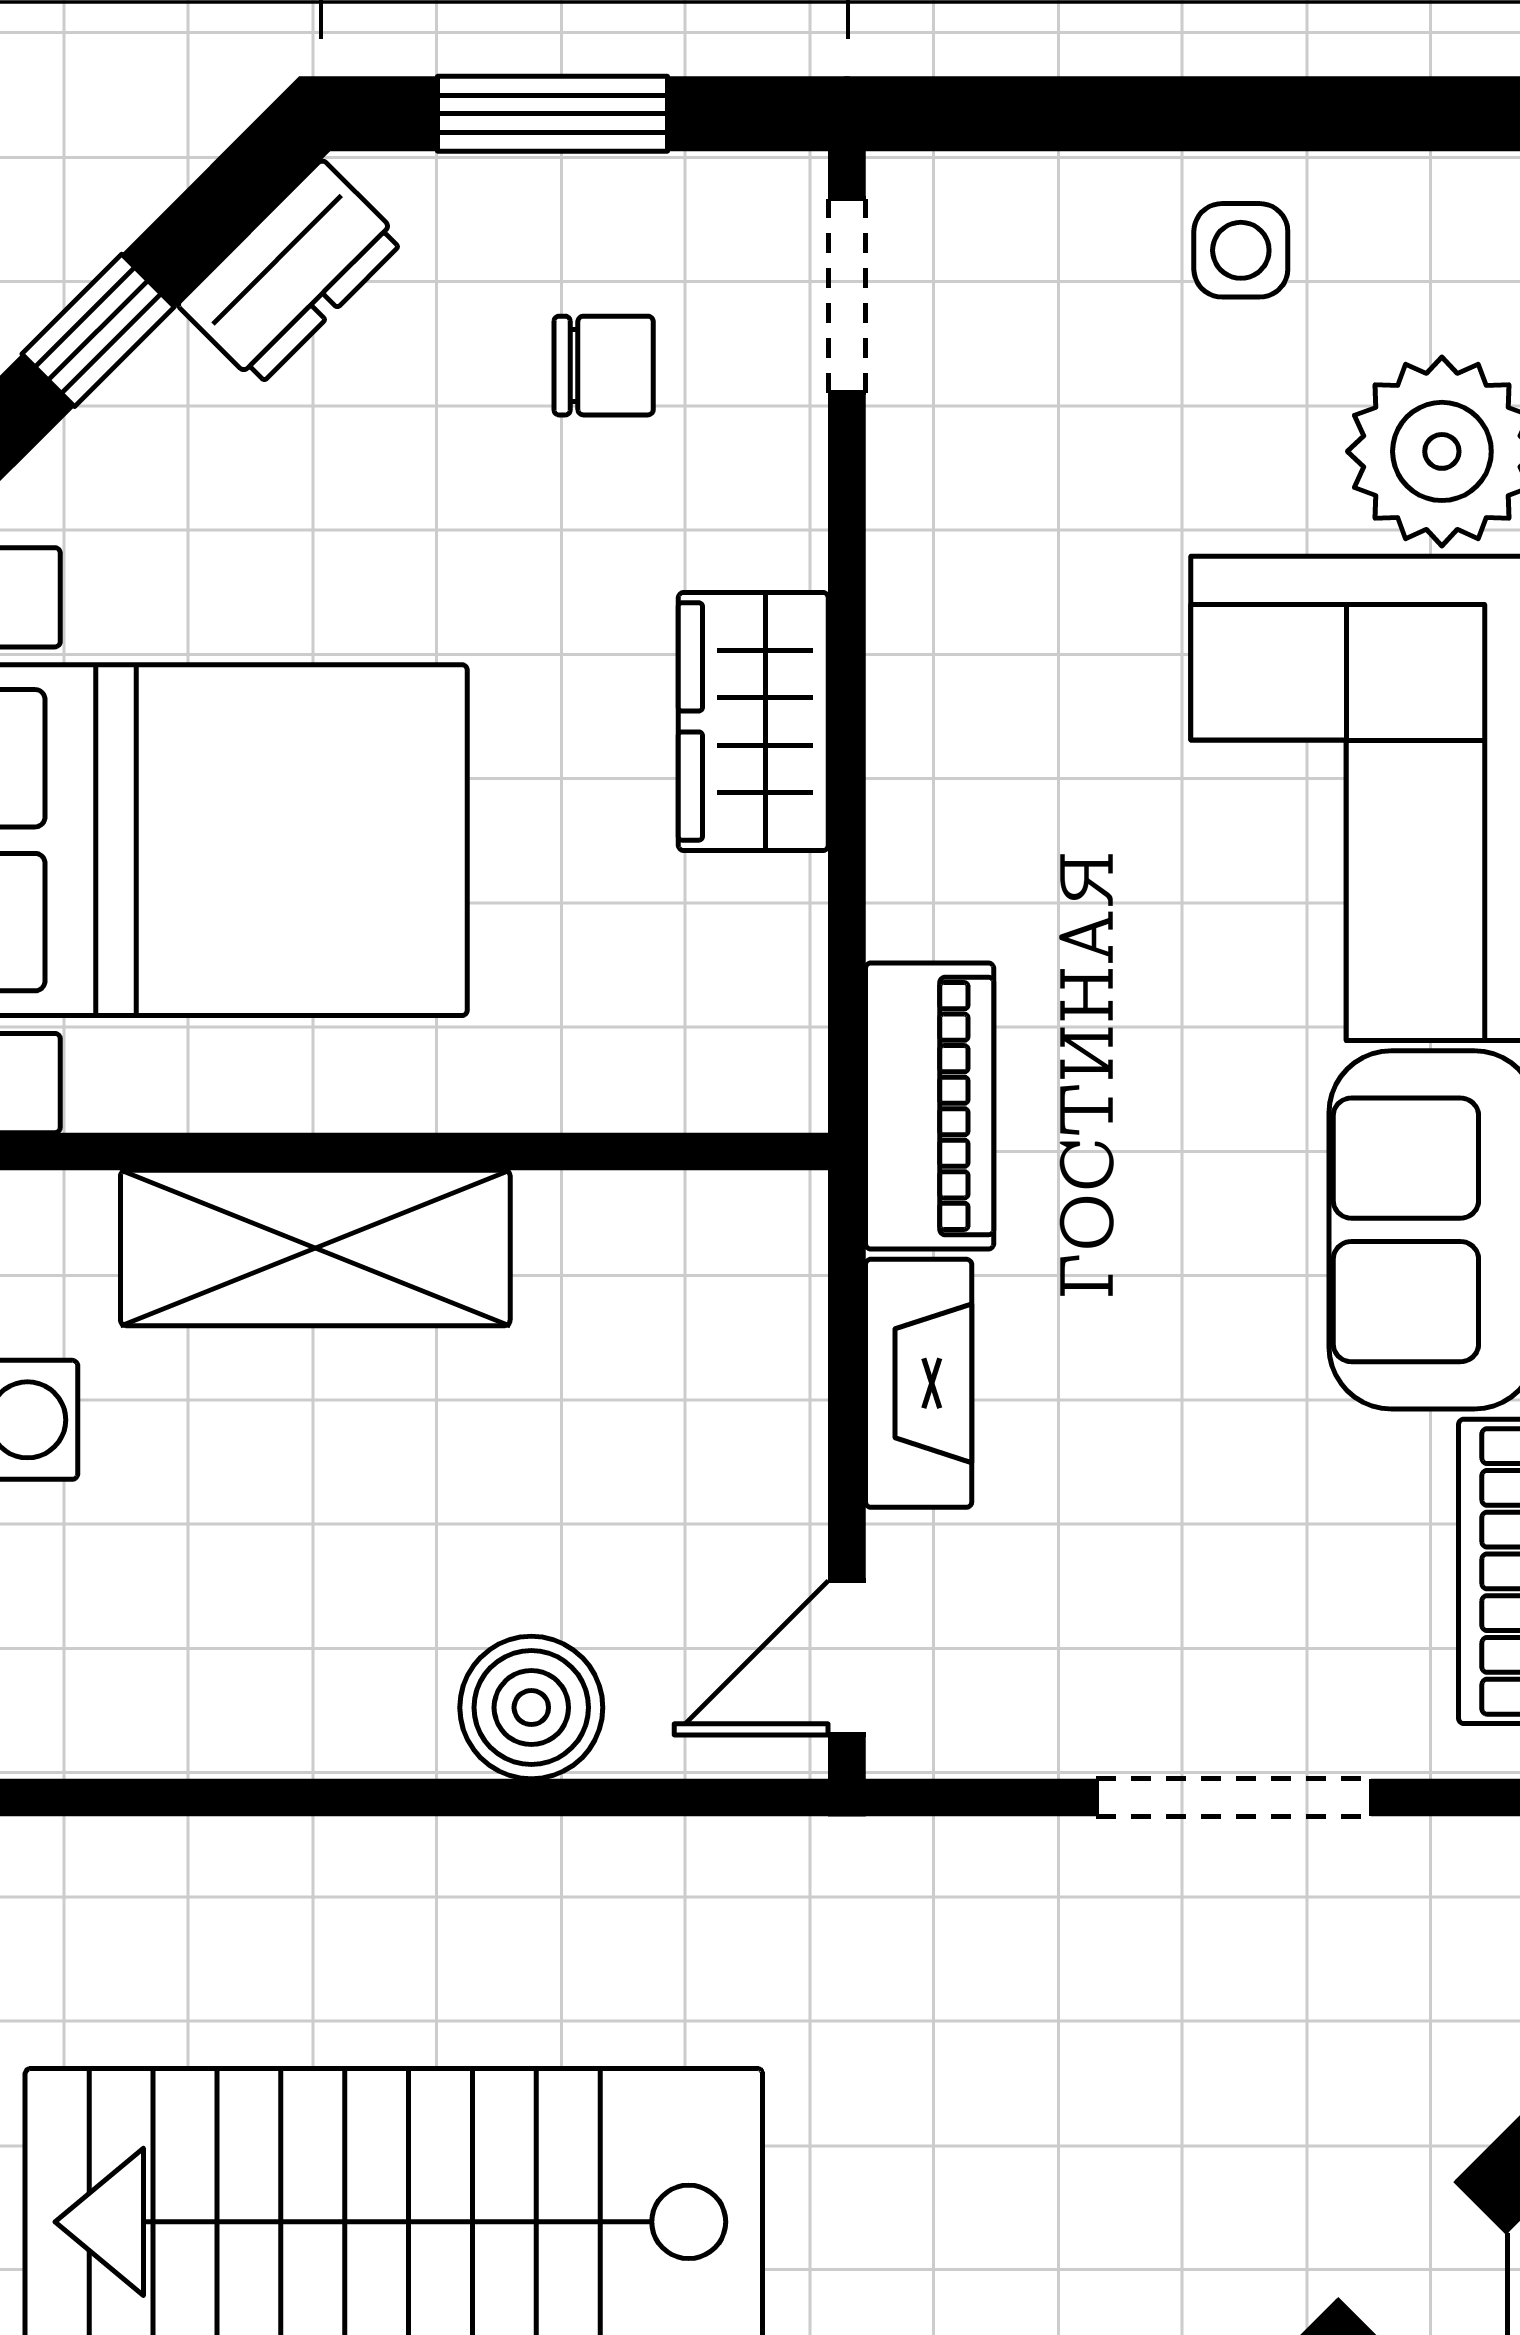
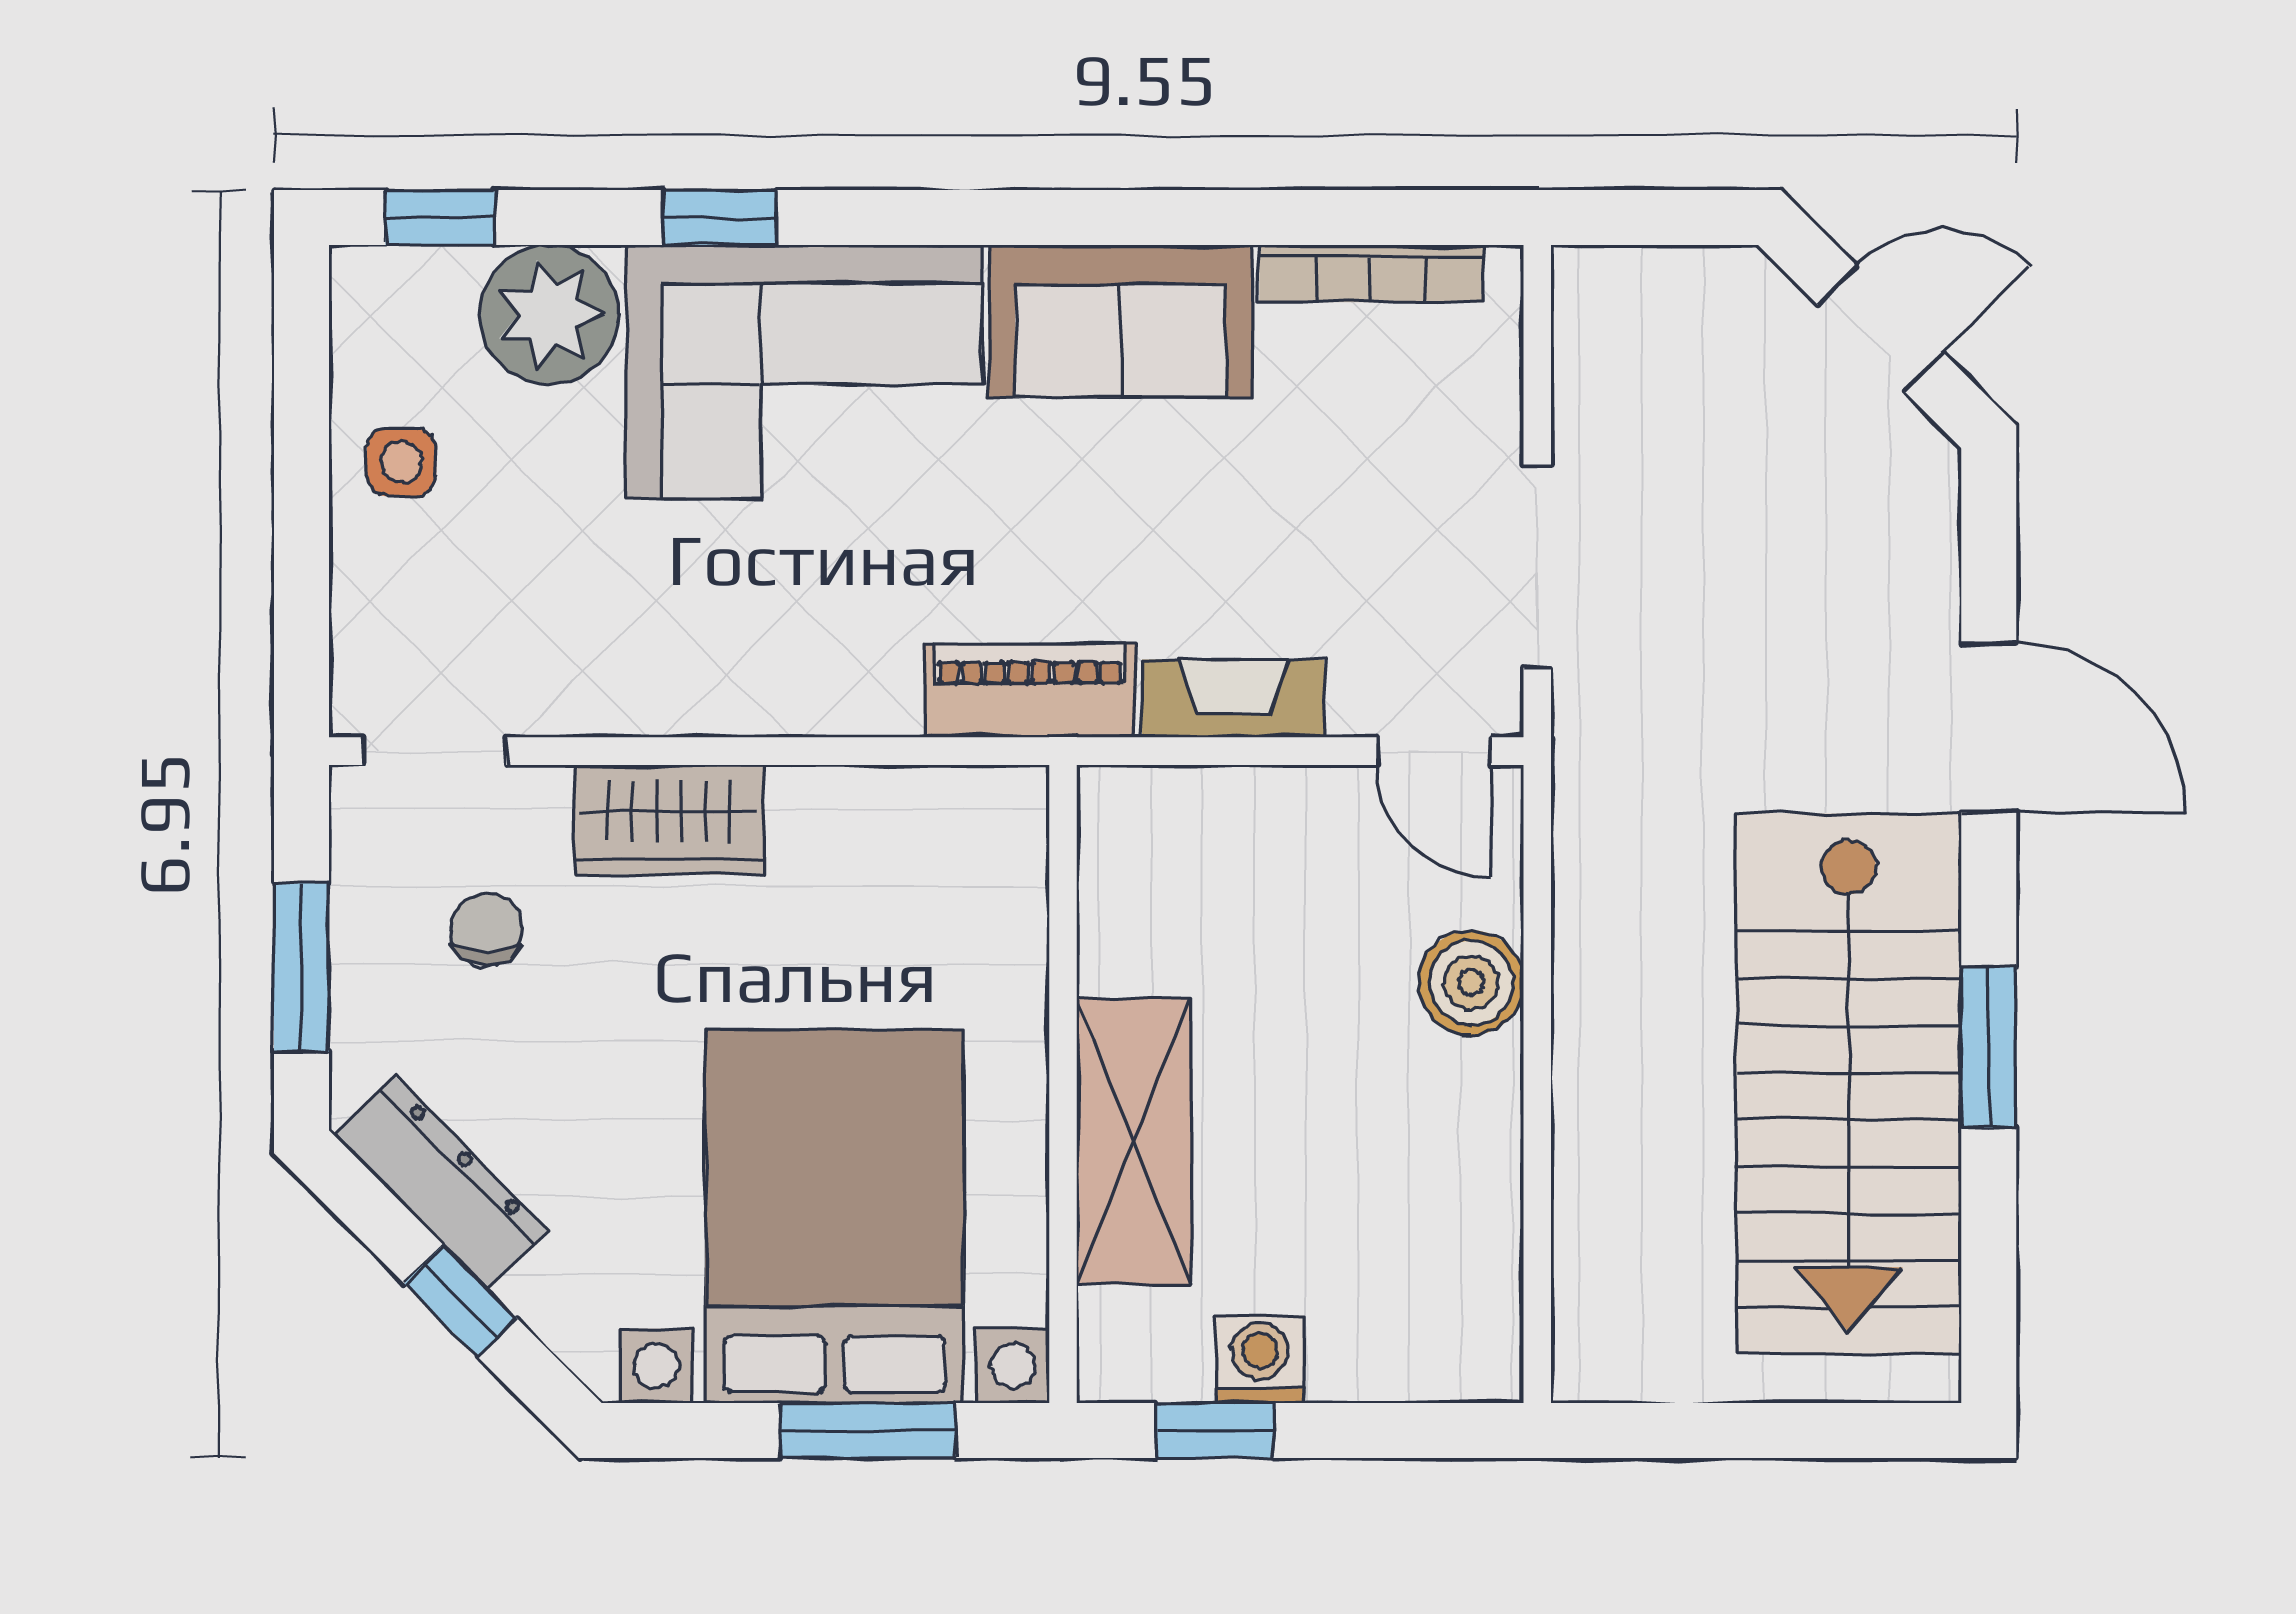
dresser: (290, 273) -> (442, 1183), width x1.44
wardrobe: (753, 721) -> (669, 820), moved
doorway: (1234, 1798) -> (1537, 567), moved

